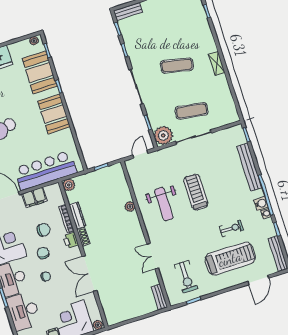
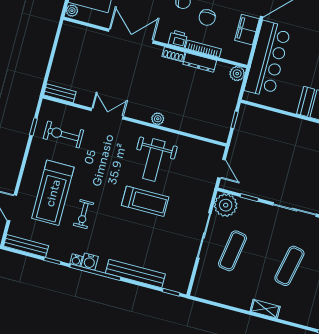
weight bench: (164, 204) -> (154, 160), turned -90
plant: (130, 206) -> (158, 119), moved

